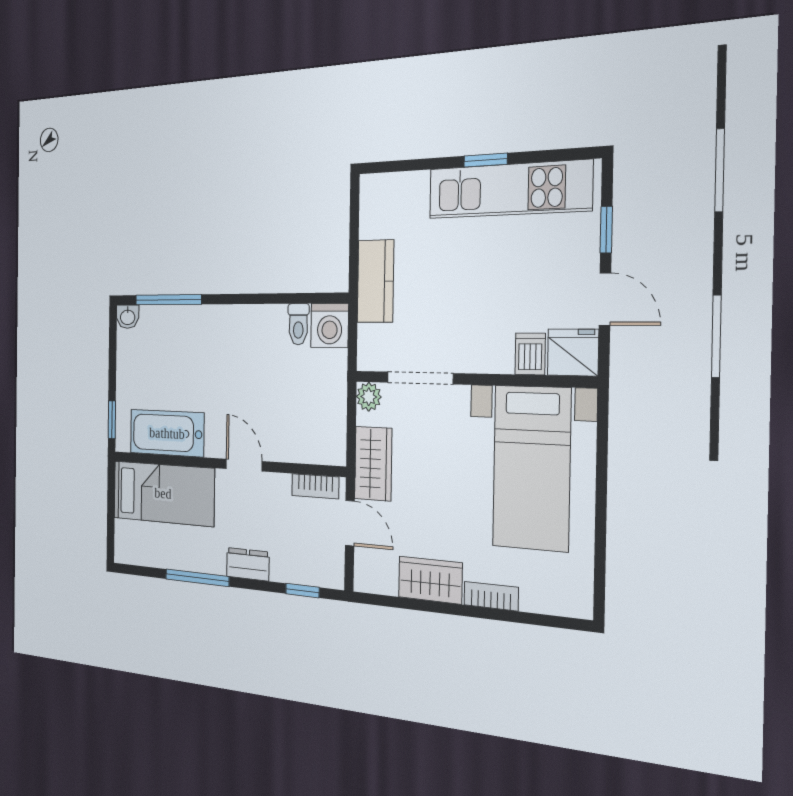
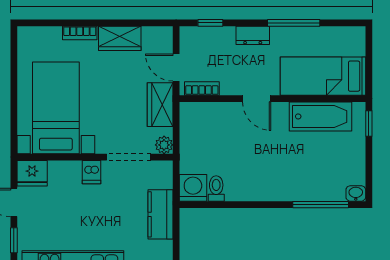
dishwasher: (530, 354) -> (91, 172), moved

